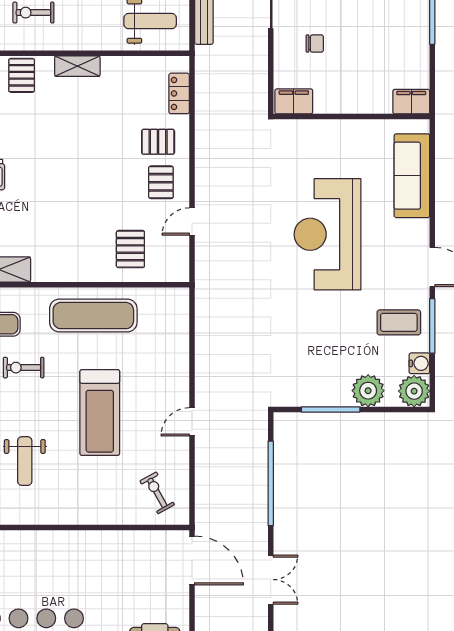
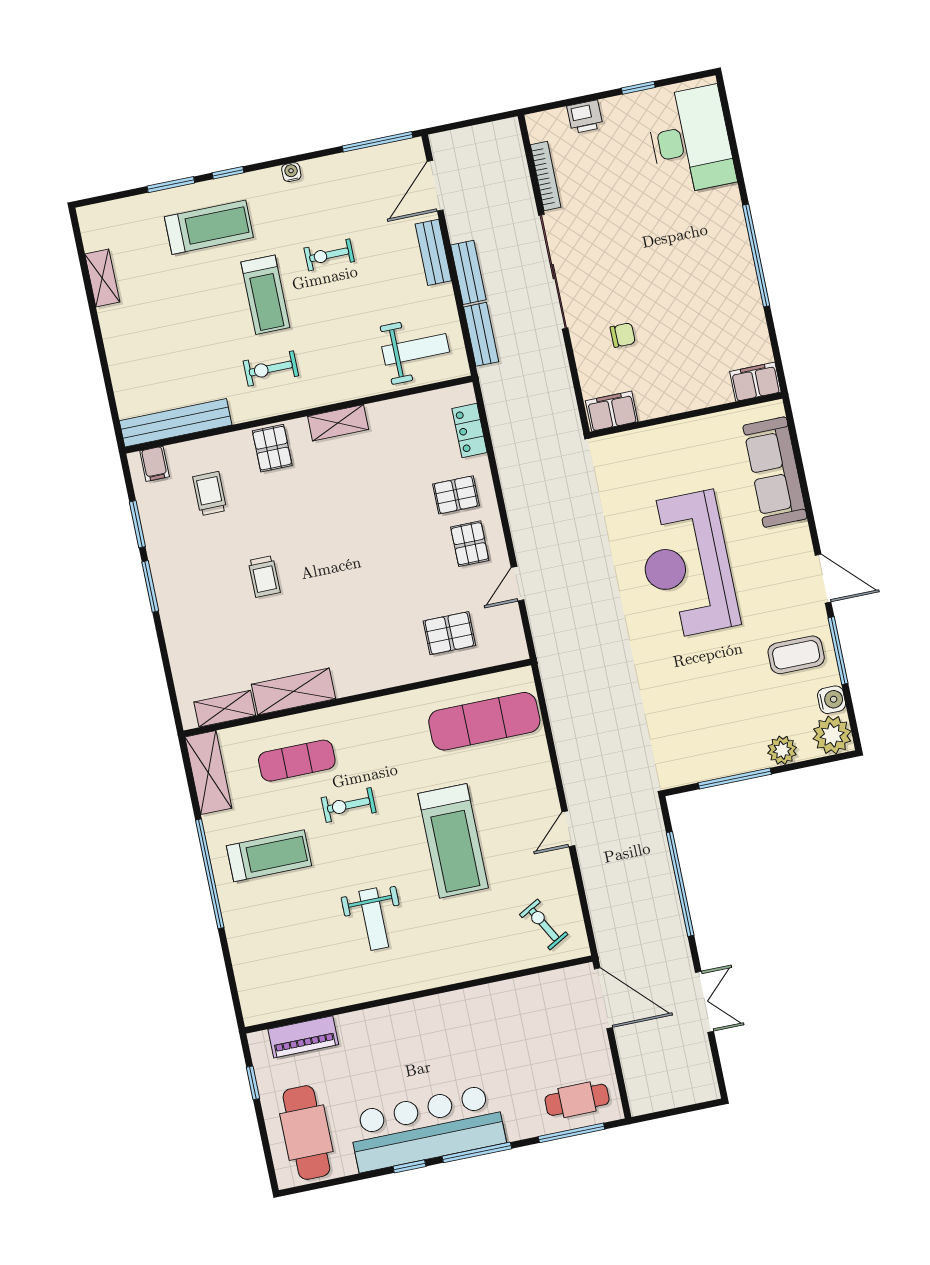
pallet: (130, 249) -> (449, 633), turned 90
exercise mat: (93, 316) -> (484, 721), moved
plant: (368, 391) -> (782, 750), width x0.73, depth x0.73

